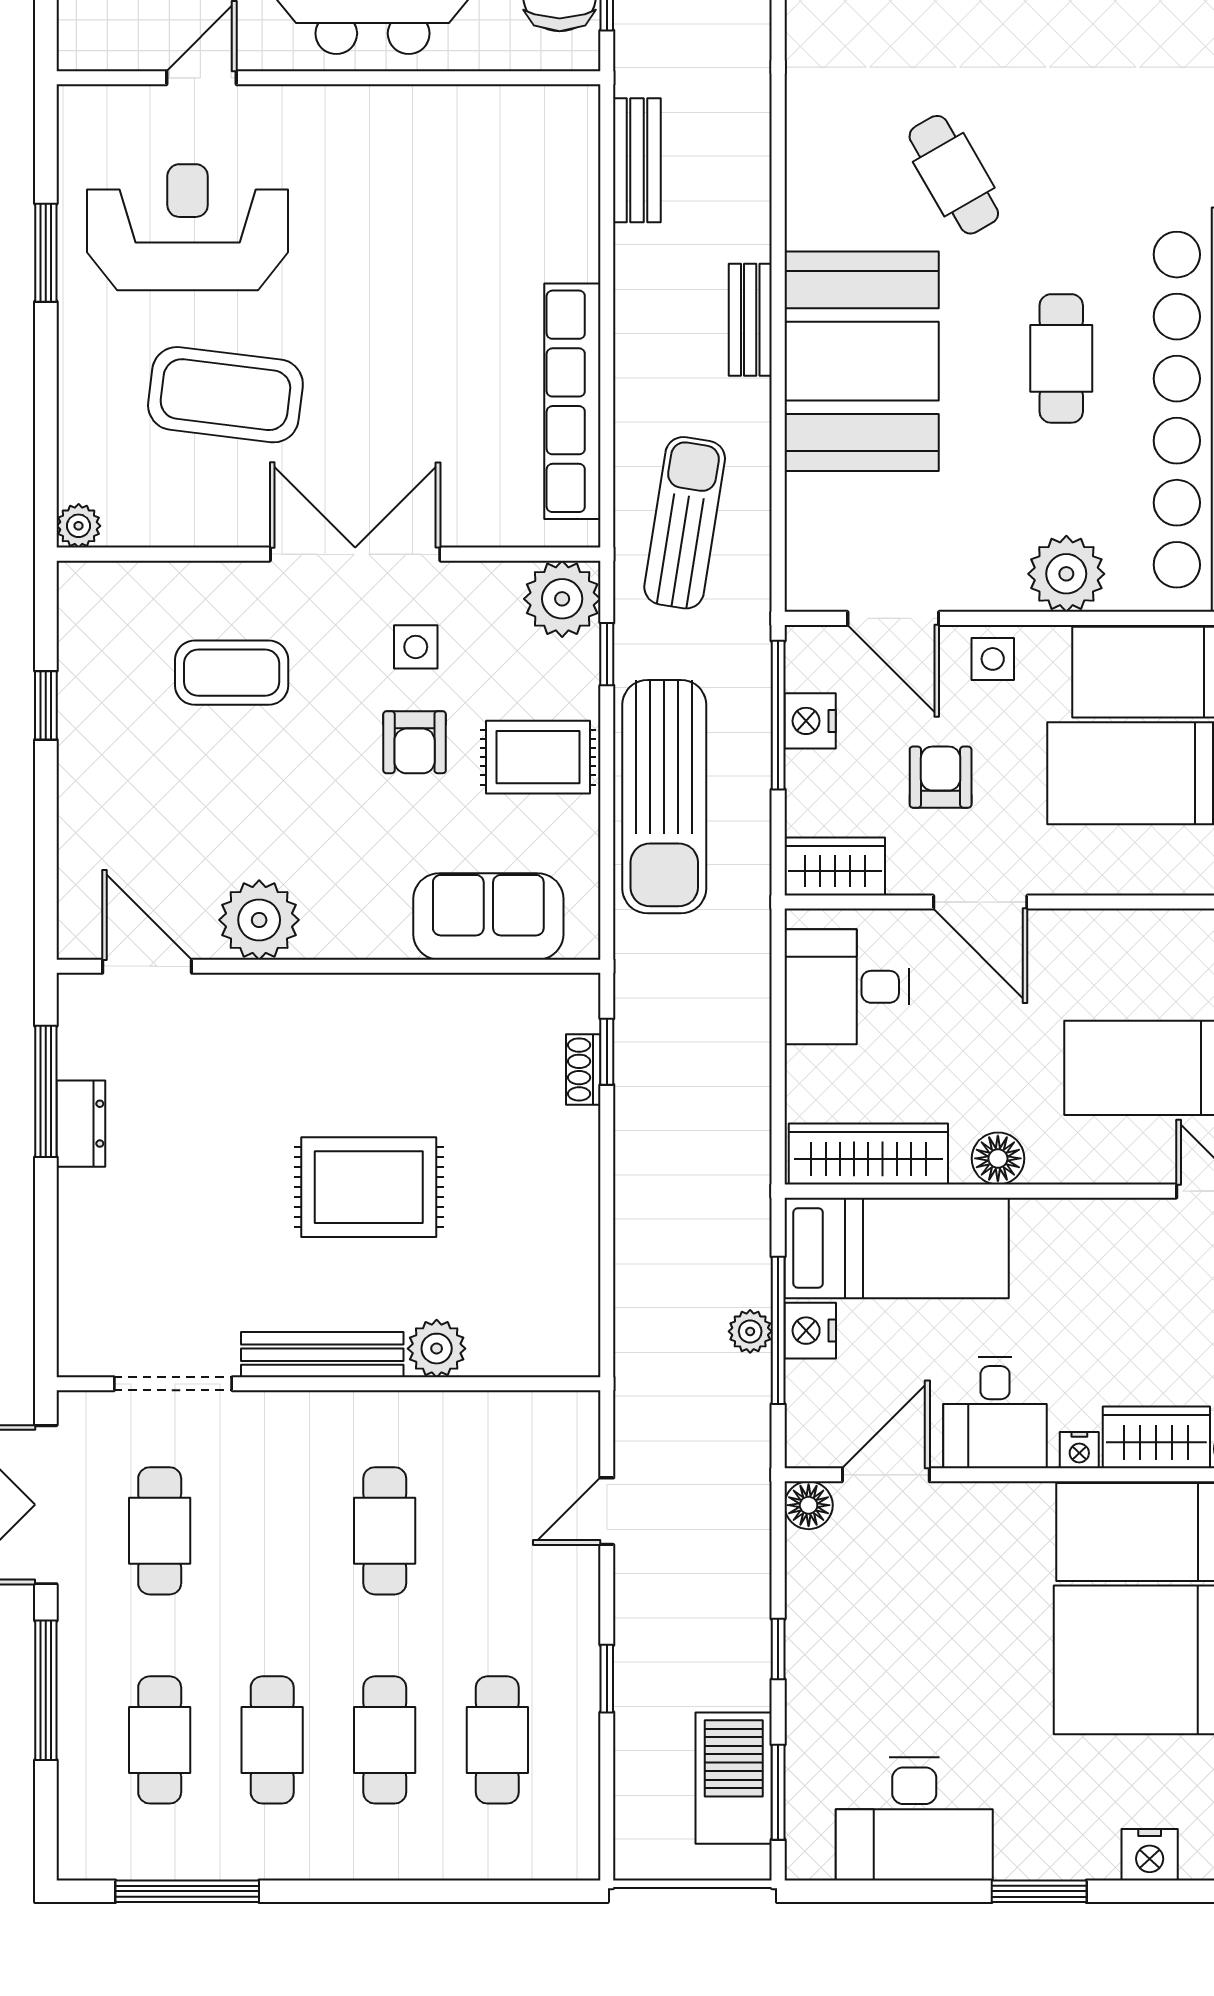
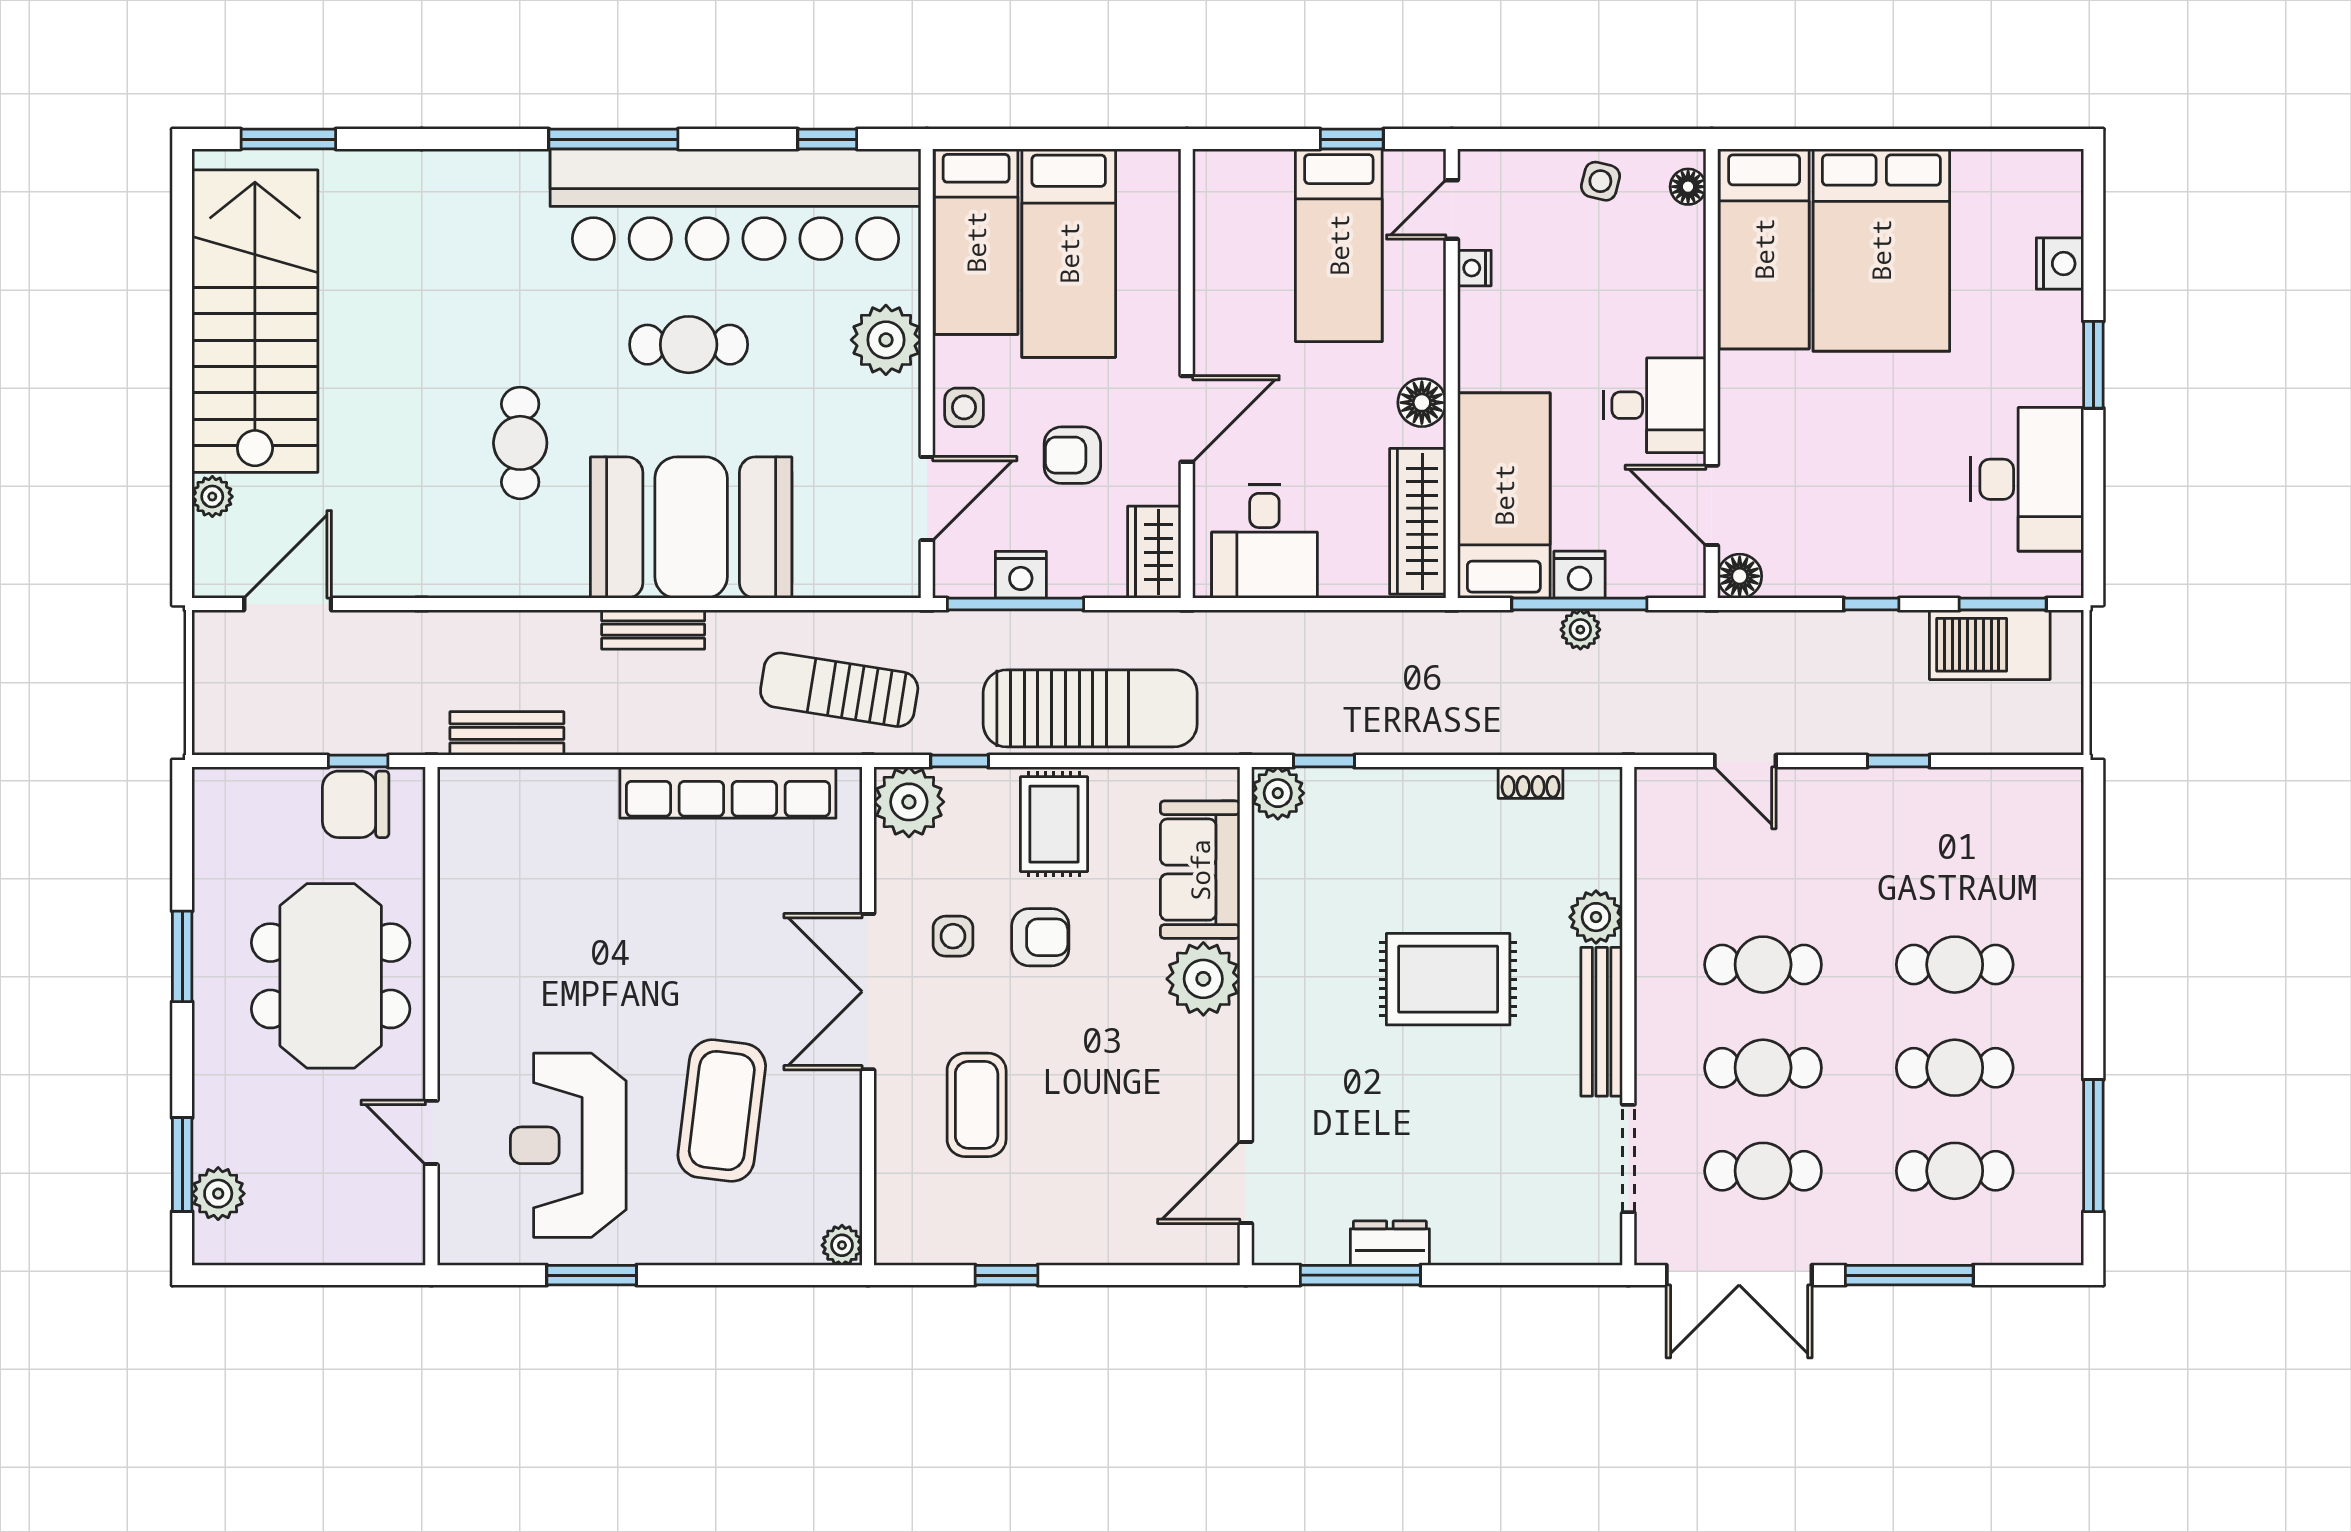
cafe table: (954, 175) -> (520, 443), turned -60
plant: (259, 920) -> (1203, 979), moved
plant: (572, 1001) -> (1278, 793), added
shoe rack: (583, 1069) -> (1531, 783), moved
rug: (369, 1187) -> (1448, 979), turned 90
wardrobe: (1156, 1437) -> (1677, 257), removed
nightstand: (1079, 1450) -> (1474, 268), moved, turned 180
cafe table: (497, 1740) -> (1763, 1068), moved

